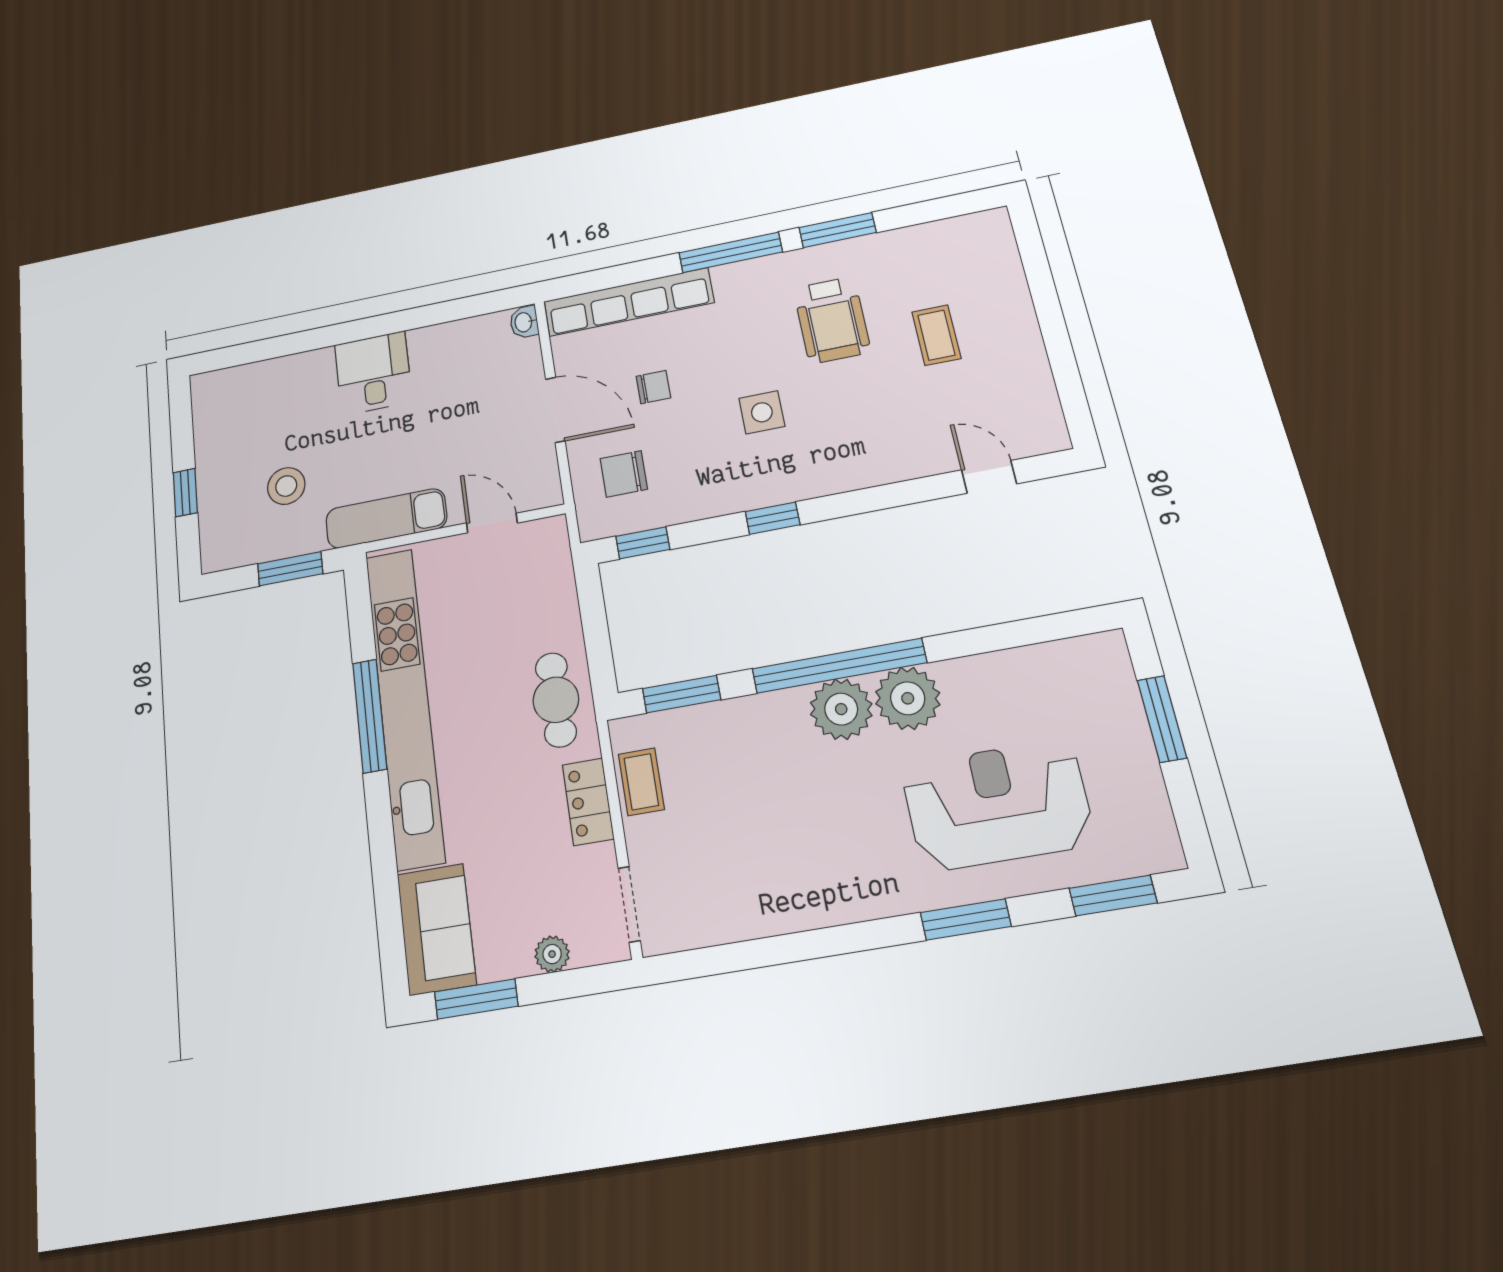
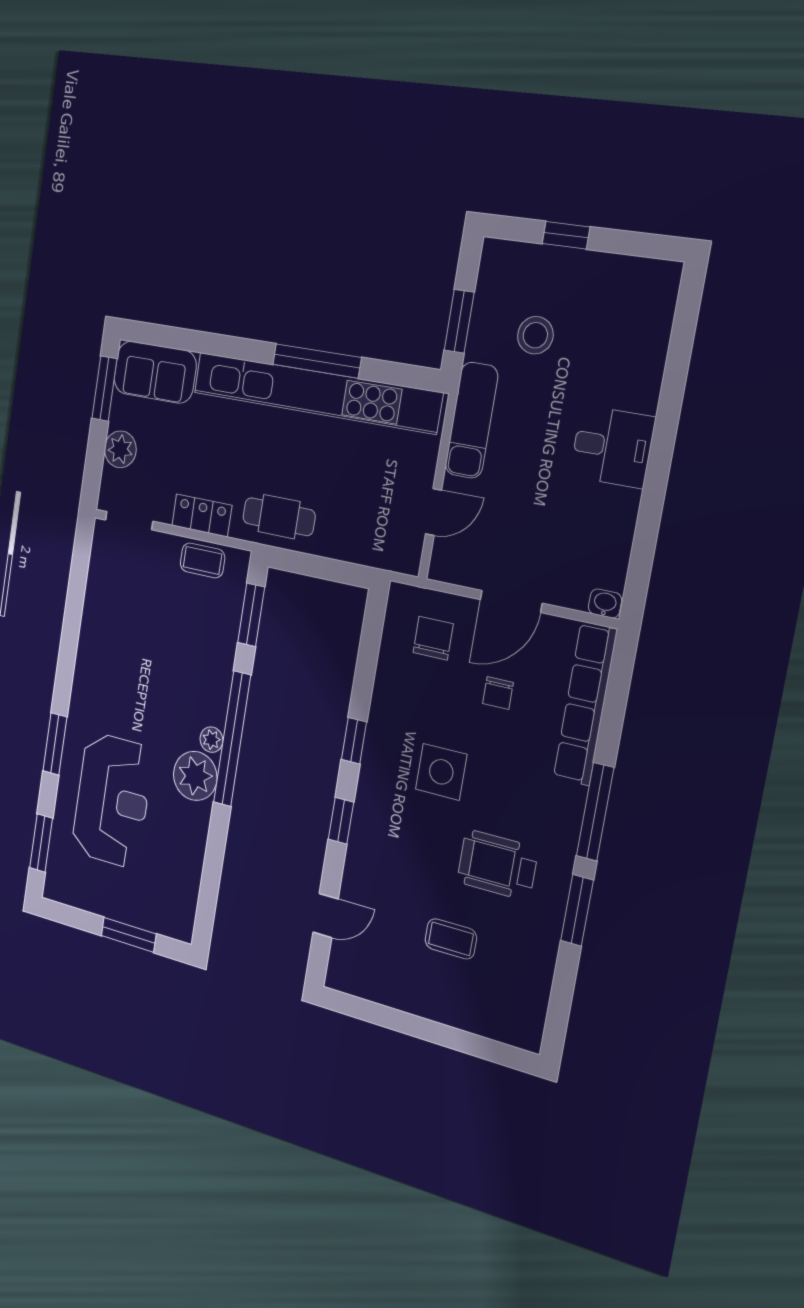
side table: (762, 412) -> (441, 772), width x1.37, depth x1.37
window: (643, 543) -> (341, 821), moved
plant: (841, 709) -> (211, 740), width x0.53, depth x0.53
plant: (552, 954) -> (120, 449), width x1.38, depth x1.38

